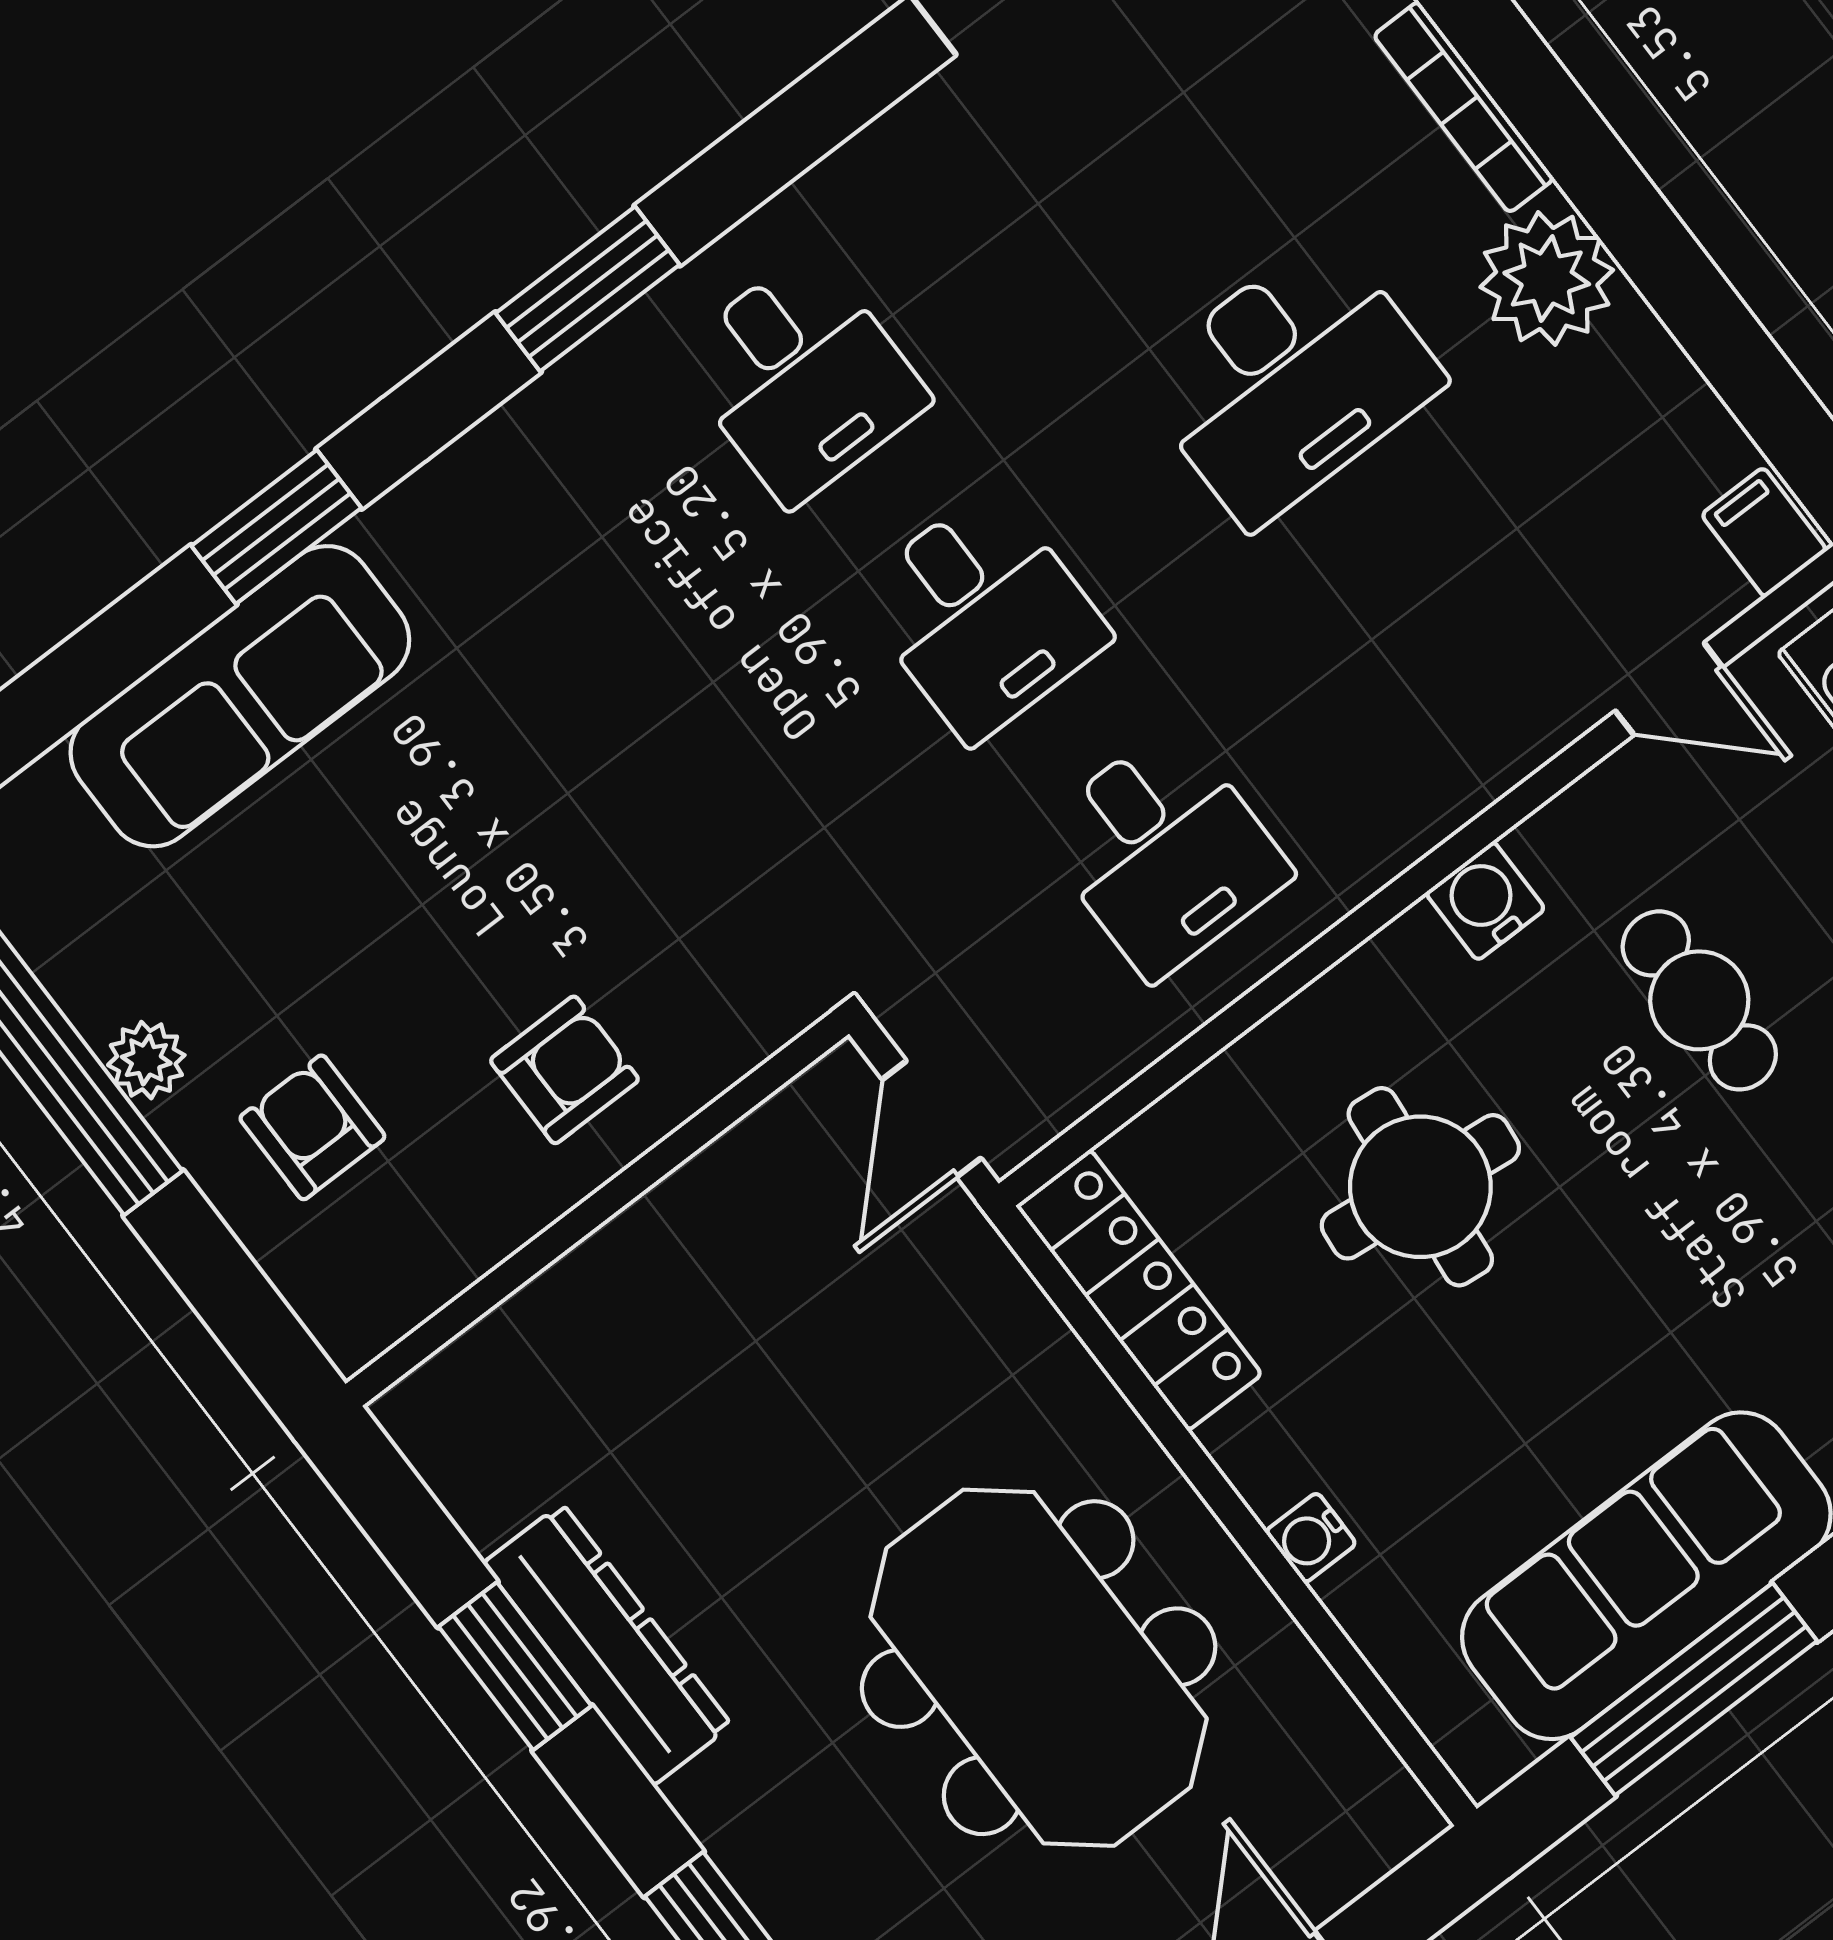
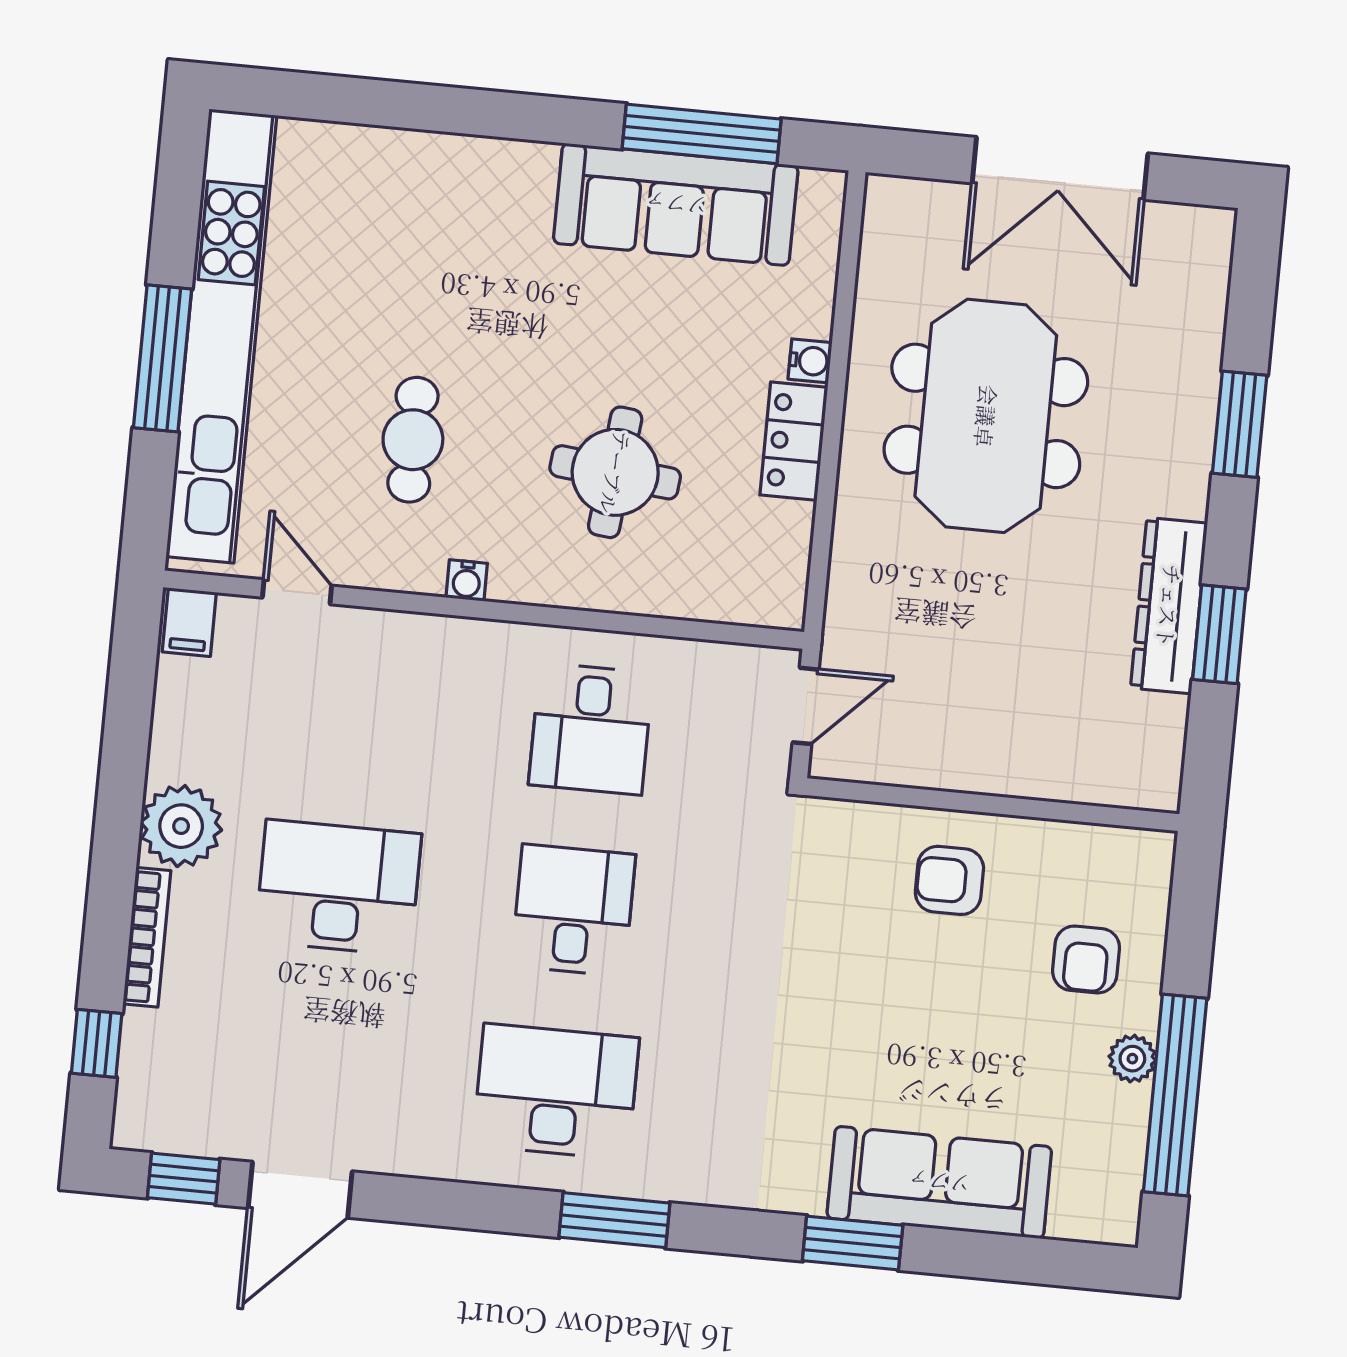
desk: (801, 378) -> (556, 1092), width x1.37
desk: (1164, 852) -> (591, 729), turned 180
water cooler: (1485, 901) -> (467, 580), width x0.72, depth x0.72
locker: (1139, 1290) -> (794, 441), moved, width x0.66

